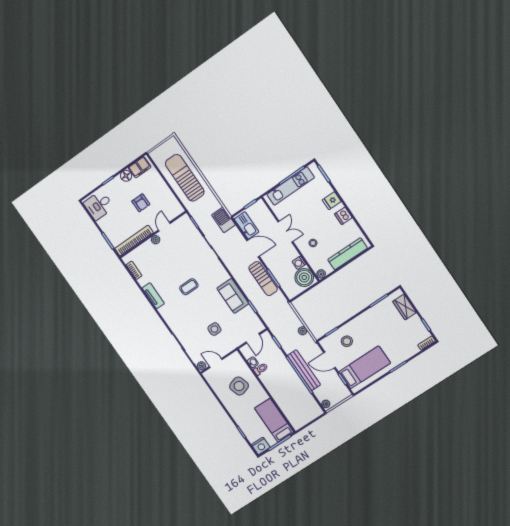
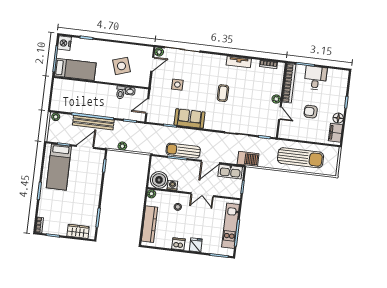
desk: (99, 205) -> (316, 78), moved
door: (253, 338) -> (147, 106), hinge flipped
stool: (347, 341) -> (88, 171), removed

